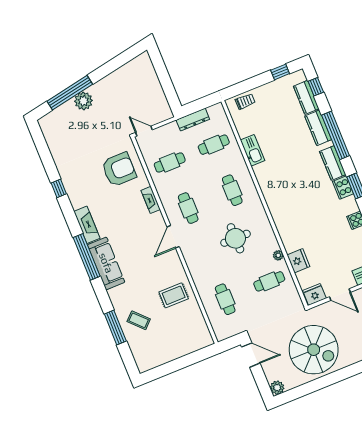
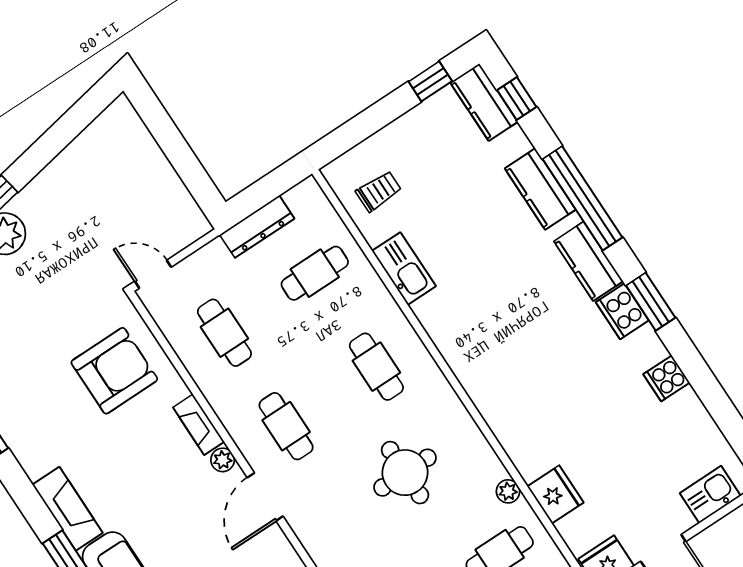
kitchen counter: (306, 97) -> (484, 102), moved
trolley: (245, 101) -> (379, 191), moved
cafe table: (170, 163) -> (224, 333), turned 90
plant: (158, 217) -> (223, 460), added

